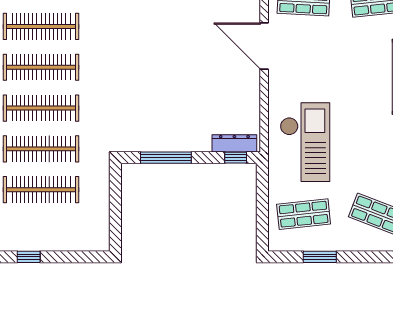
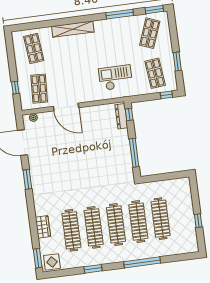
door: (264, 46) -> (66, 107), hinge flipped
checkout: (305, 142) -> (116, 78), width x0.73, depth x0.83
window: (262, 229) -> (166, 95), added

